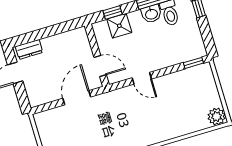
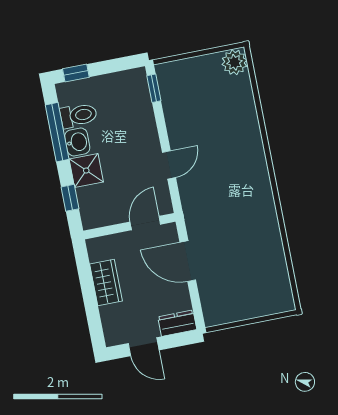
shower: (119, 26) -> (86, 170), moved
wardrobe: (57, 43) -> (106, 282), added
dresser: (29, 49) -> (177, 323), moved, turned -90

